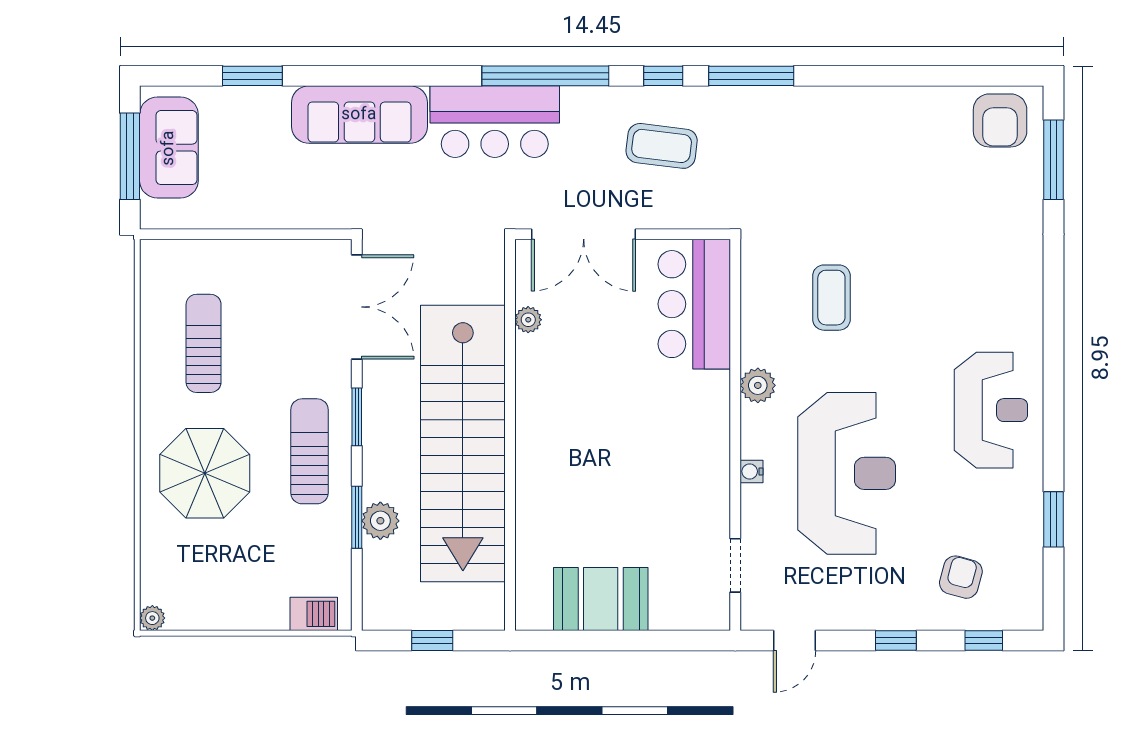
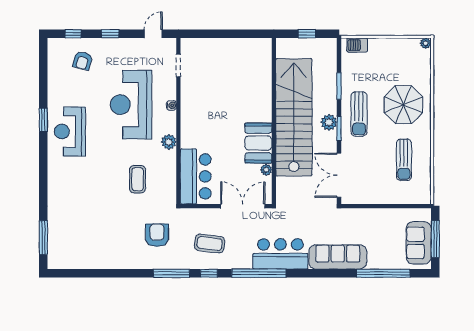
window: (252, 76) -> (383, 273), width x2.11
armchair: (1000, 120) -> (157, 235), moved
window: (1054, 519) -> (43, 120), moved
plant: (380, 521) -> (329, 122), moved
booth: (601, 599) -> (258, 143), moved, turned 90

